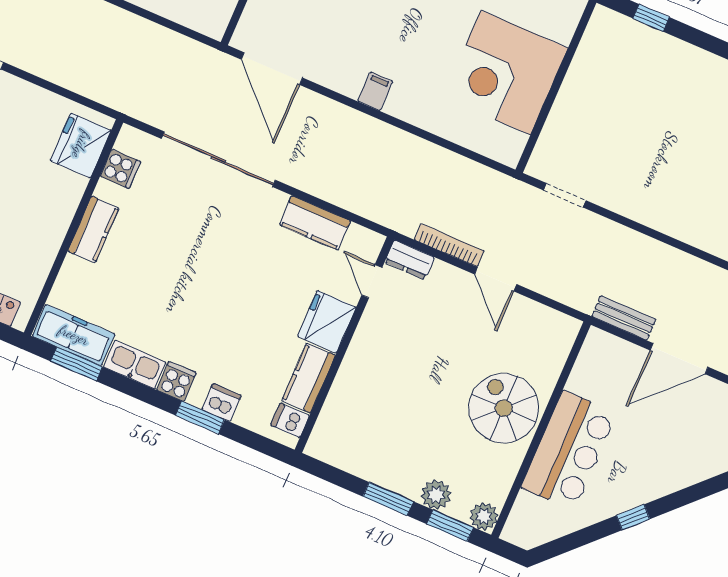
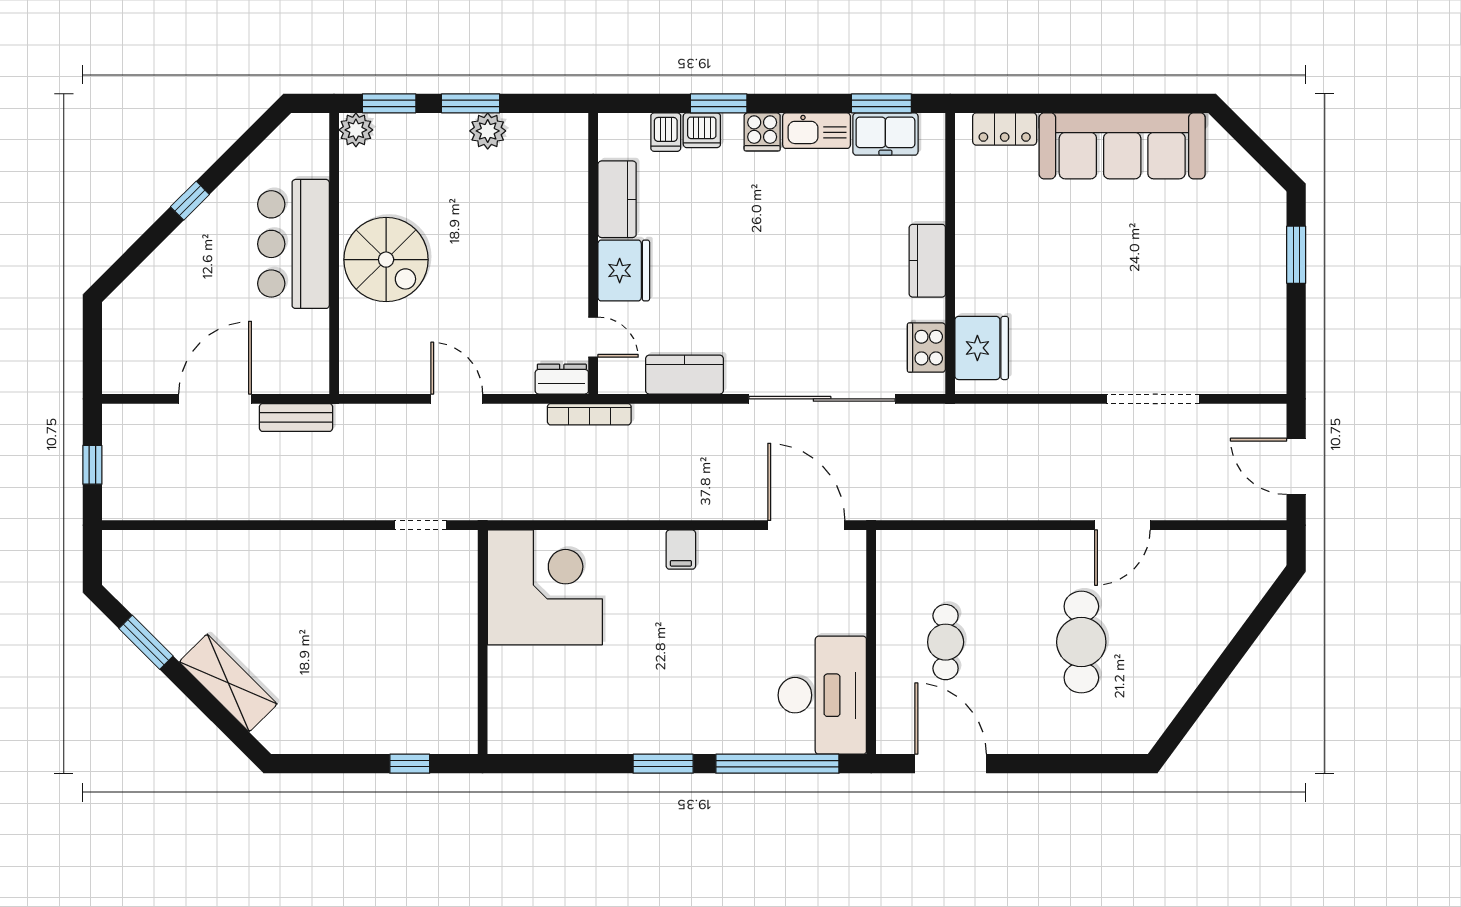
corner desk: (506, 73) -> (545, 587), moved
cooker: (120, 169) -> (926, 348), width x1.36
bookcase: (449, 245) -> (589, 414), moved
freezer: (74, 335) -> (885, 134), width x0.71
dishwasher: (290, 420) -> (666, 132), moved, turned 90
plant: (436, 495) -> (488, 131), moved

